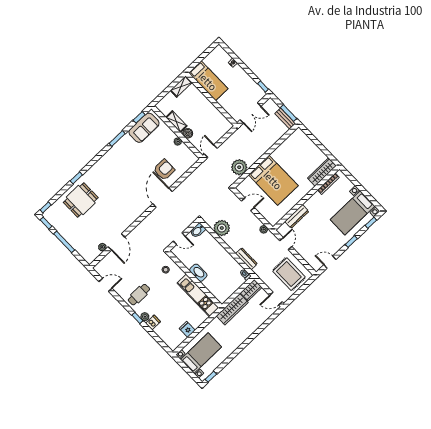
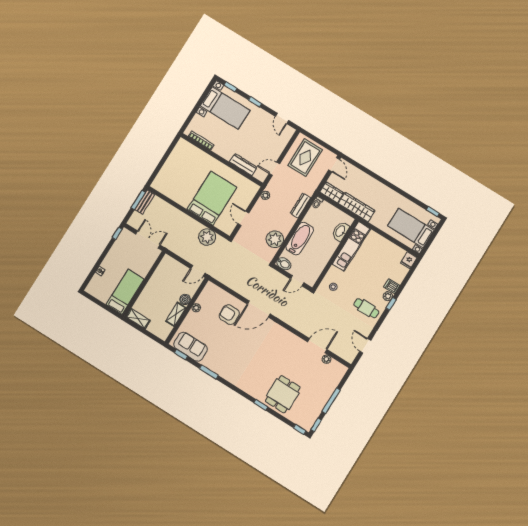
wardrobe: (322, 172) -> (191, 150), removed
dining table: (81, 200) -> (283, 394), turned 90
door: (179, 239) -> (297, 281), swing flipped
bathtub: (217, 251) -> (300, 239), added
washbasin: (198, 273) -> (340, 231), moved
fridge: (187, 329) -> (409, 260), moved

